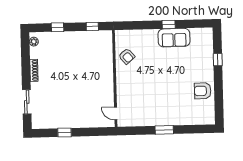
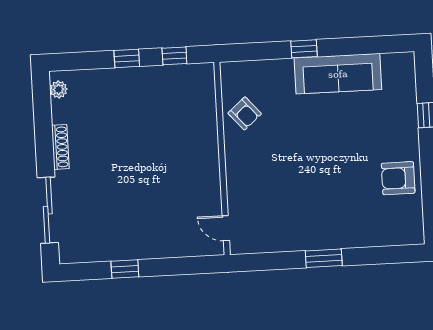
window: (169, 24) -> (304, 49), moved
window: (57, 27) -> (127, 58), moved
sofa: (174, 38) -> (338, 74), width x1.36
sliding door: (27, 102) -> (48, 210), width x1.37

